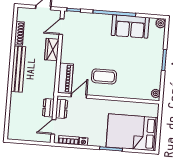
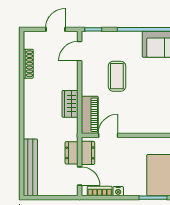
wardrobe: (52, 49) -> (70, 104), moved
bench: (18, 69) -> (30, 167), moved
coffee table: (104, 76) -> (117, 76), moved, turned 90
door: (53, 127) -> (80, 176), swing flipped

